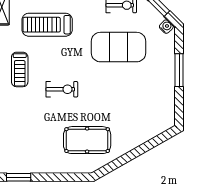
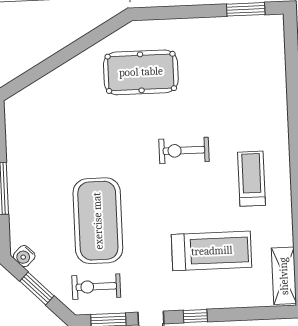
exercise mat: (118, 47) -> (98, 221), turned 90

